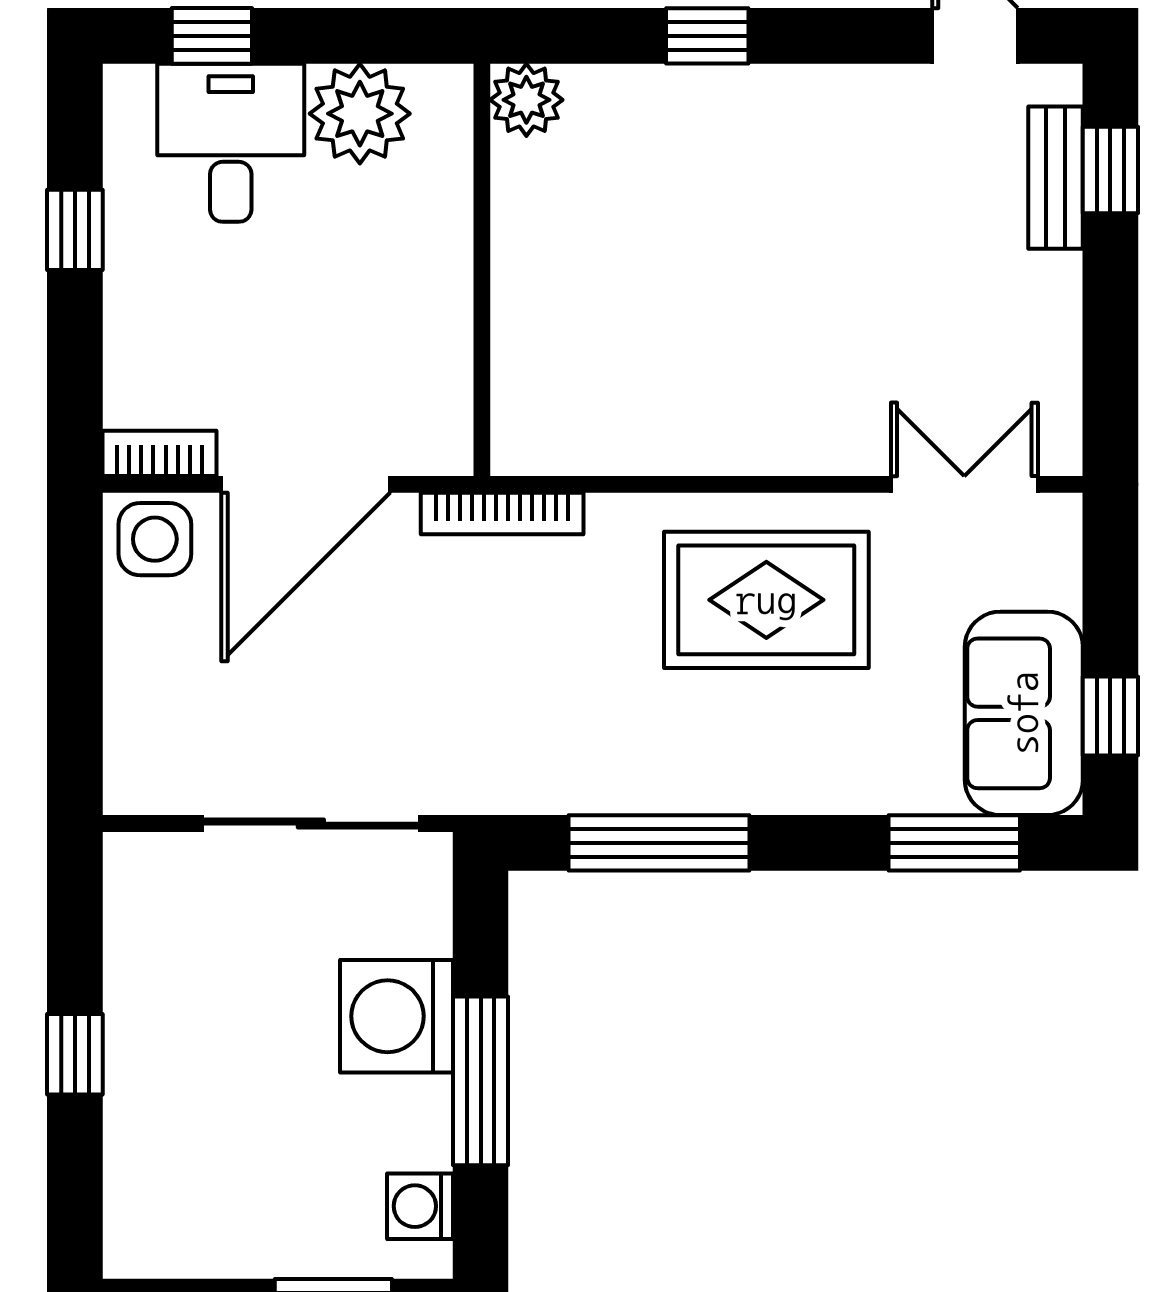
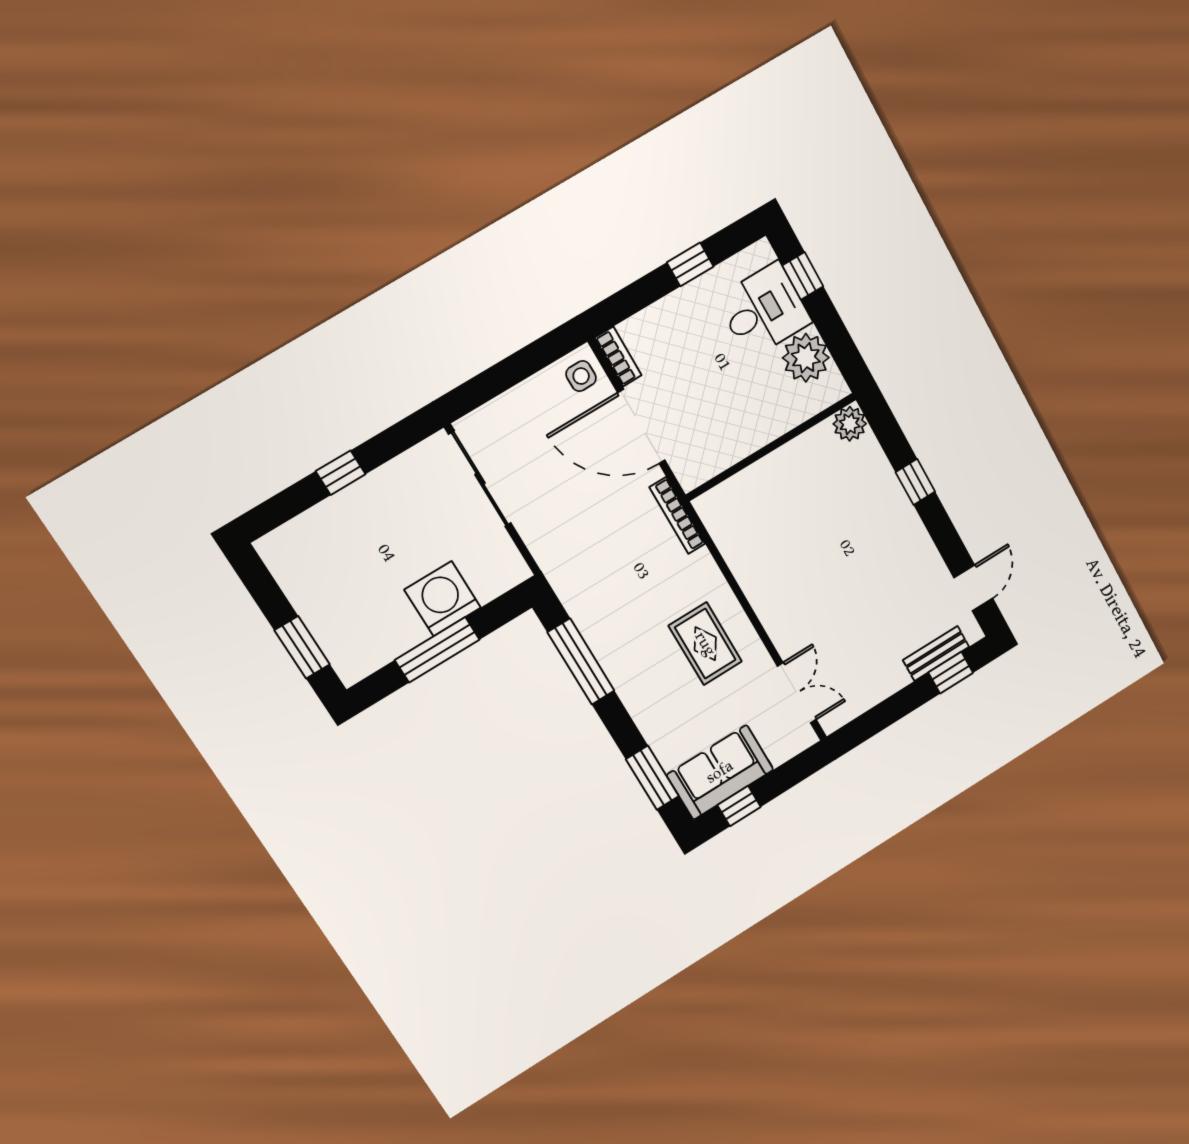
side table: (155, 539) -> (581, 376), width x0.73, depth x0.73
rug: (766, 600) -> (705, 644), width x0.73, depth x0.70
sliding door: (311, 824) -> (480, 479), moved
washing machine: (420, 1206) -> (368, 657), removed

